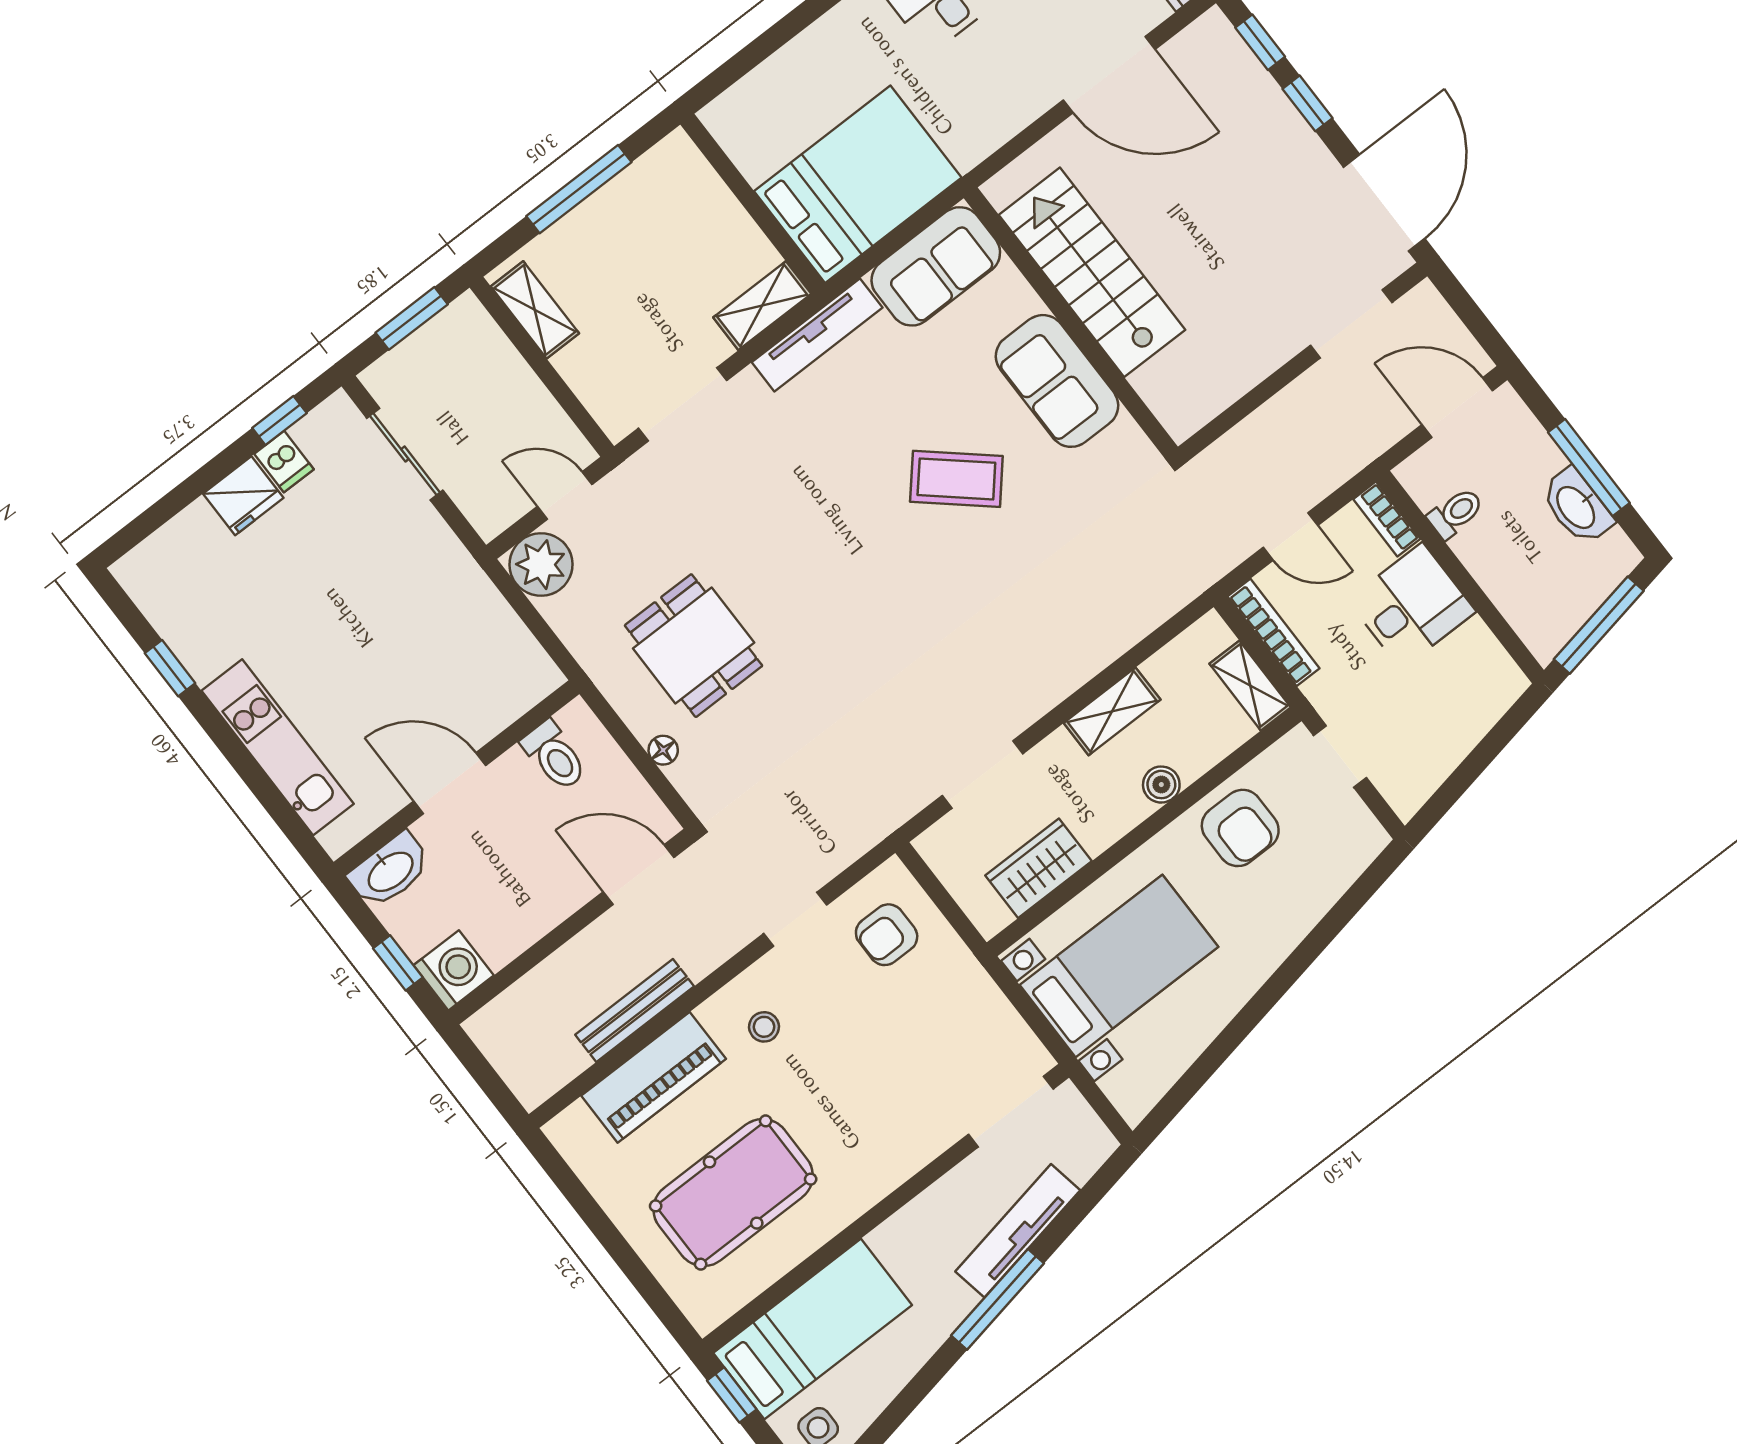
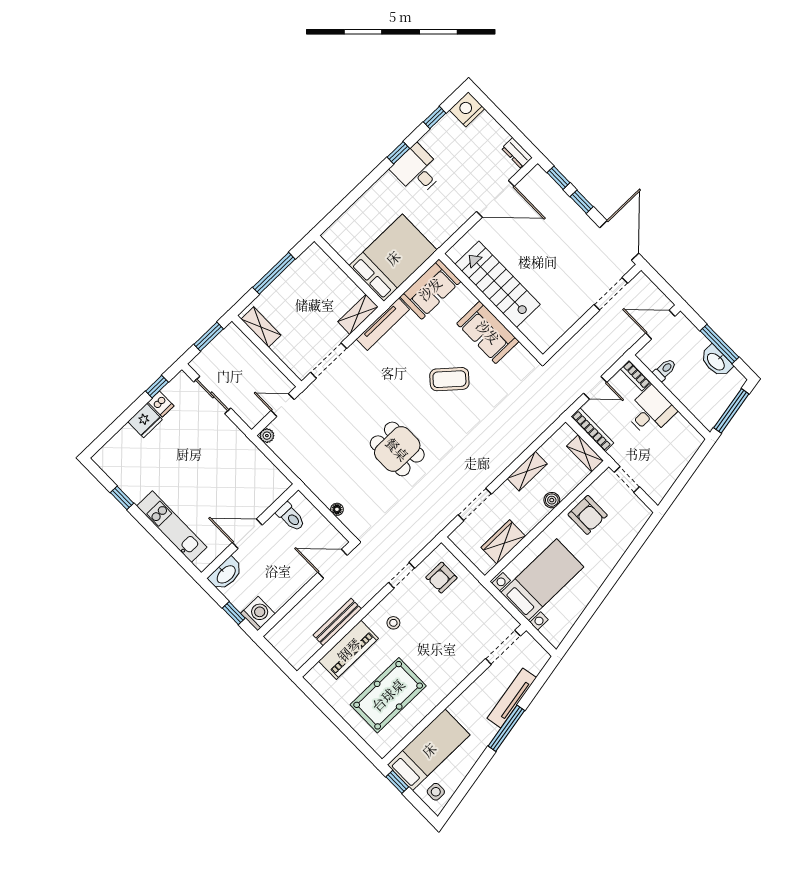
plant: (541, 565) -> (267, 436), width x0.53, depth x0.53
dining table: (694, 646) -> (397, 449), moved

